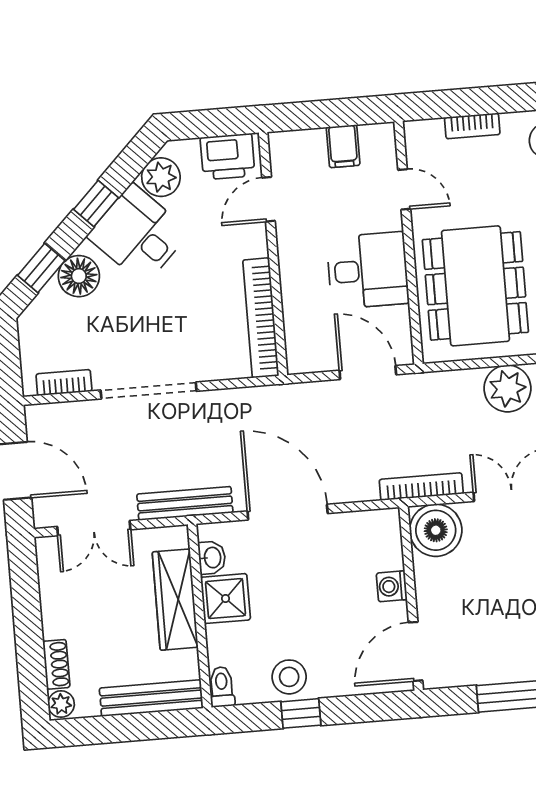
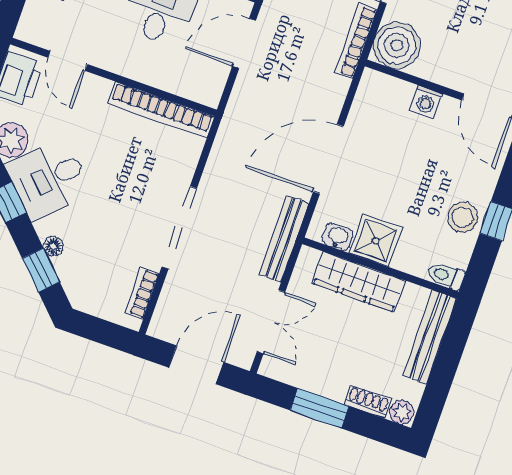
floor lamp: (79, 276) -> (53, 246), width x0.53, depth x0.53
window: (27, 618) -> (320, 408), added

